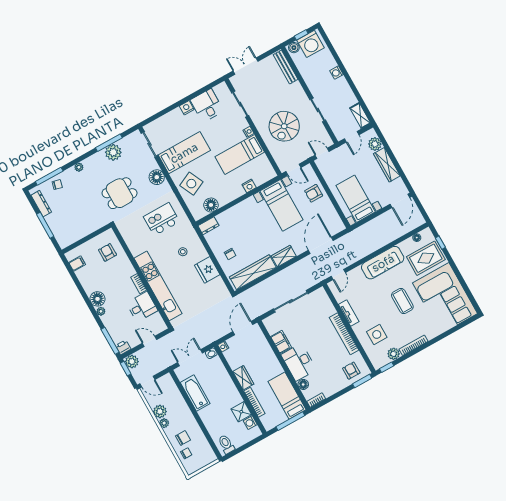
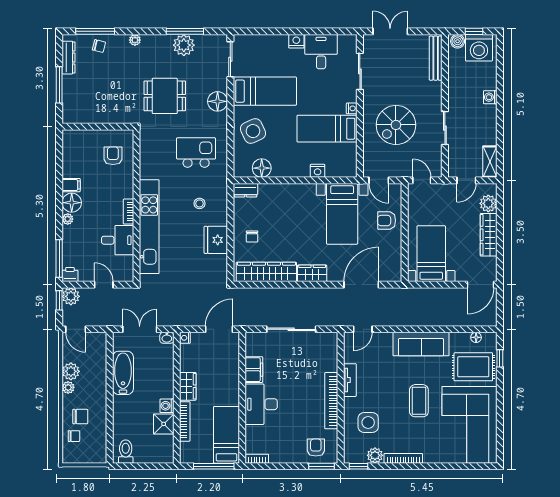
filing cabinet: (77, 264) -> (71, 185), moved
floor lamp: (303, 384) -> (252, 432), removed
washing machine: (250, 423) -> (167, 406), moved

